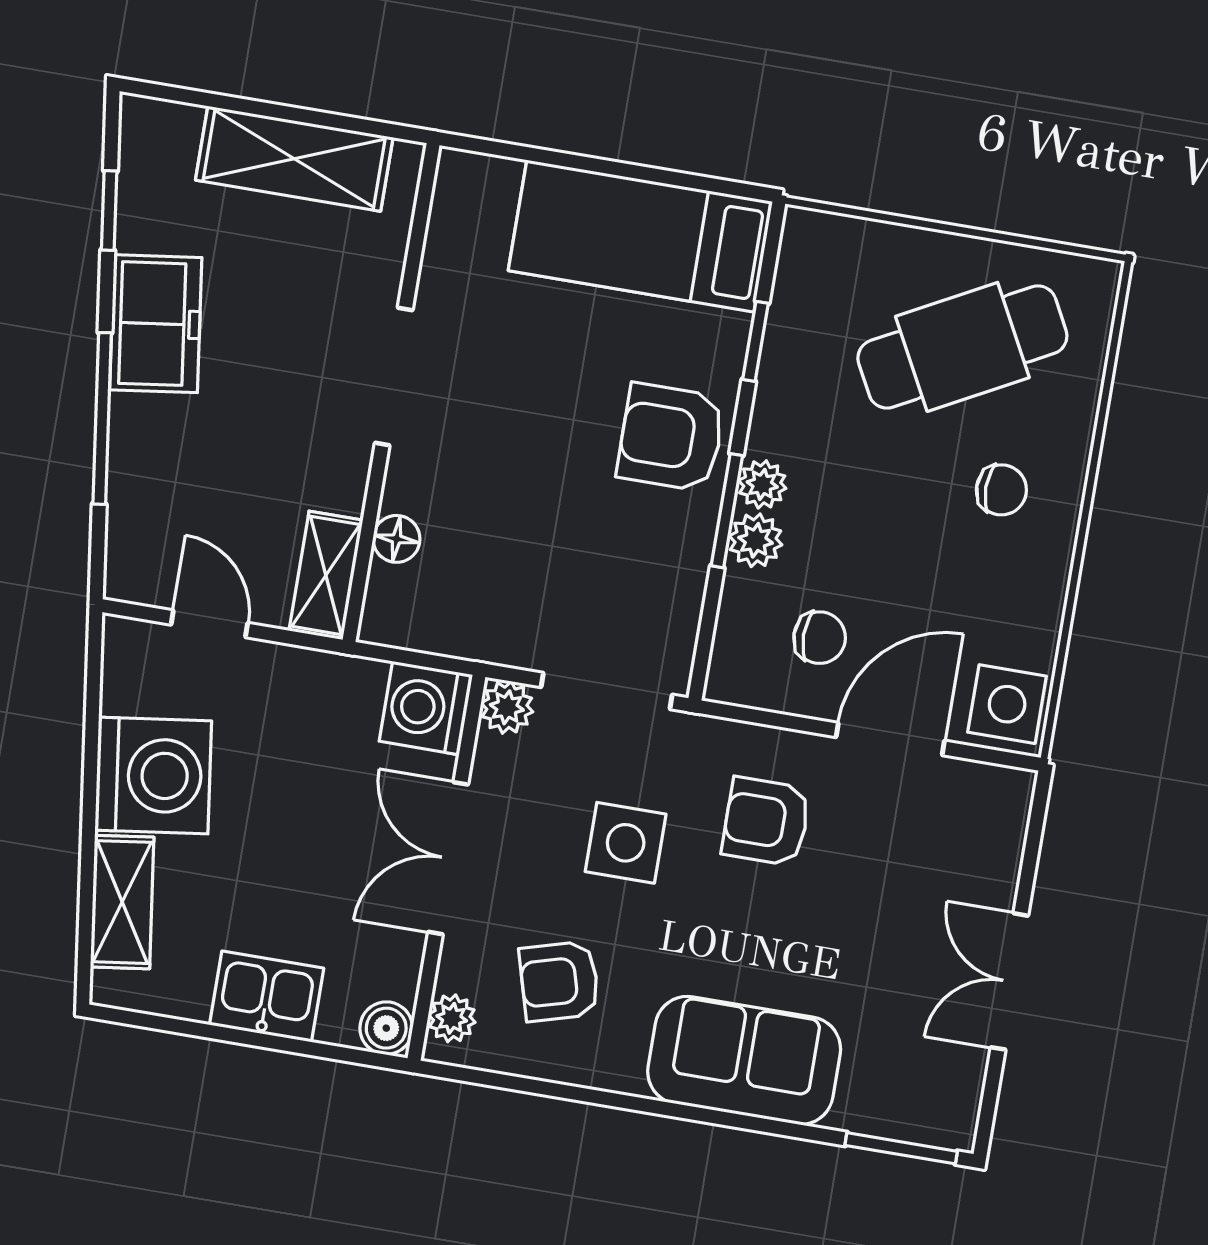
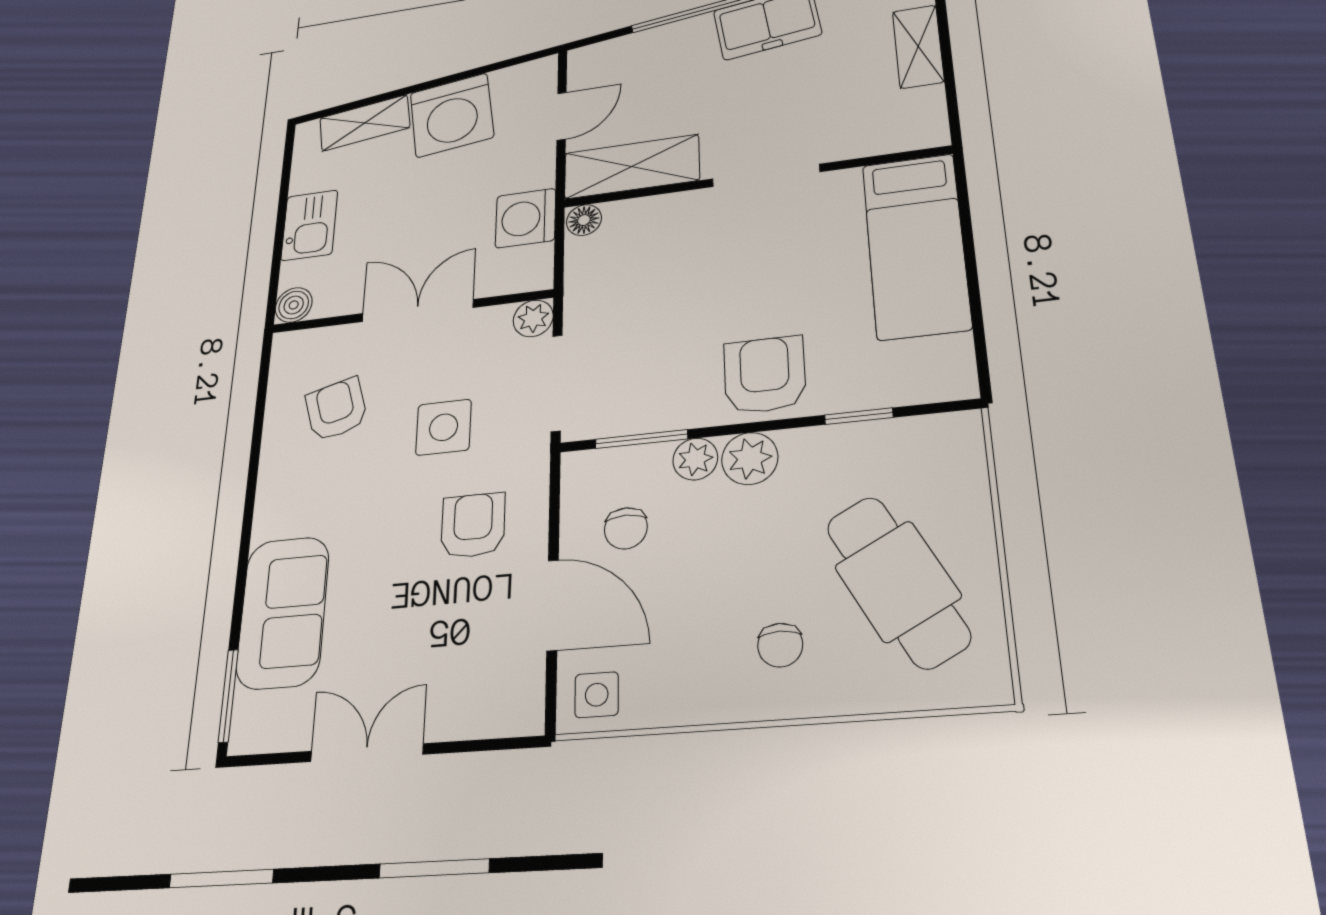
shelving: (294, 159) -> (918, 47), width x0.67, depth x0.75
bed: (640, 236) -> (916, 245), moved, turned 180
plant: (762, 484) -> (750, 458), width x1.38, depth x1.38
window: (727, 511) -> (641, 439), moved
floor lamp: (396, 539) -> (584, 220), moved
shelving: (326, 575) -> (632, 167), width x1.50, depth x1.33
side table: (1007, 704) -> (597, 695), width x0.73, depth x0.73
washing machine: (426, 708) -> (526, 218), moved, turned -90
plant: (452, 1018) -> (304, 345), removed
sofa: (744, 1060) -> (283, 612), moved

